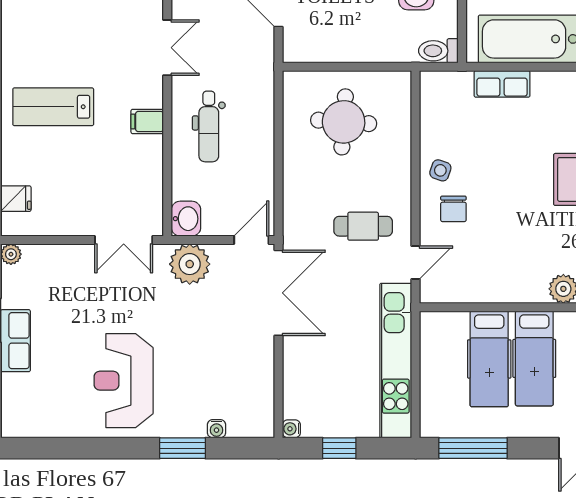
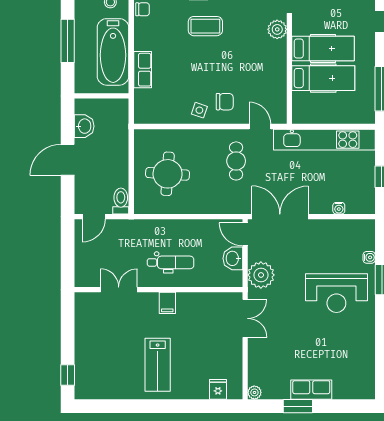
toilet: (438, 51) -> (121, 201), moved, turned 180
washbasin: (186, 219) -> (233, 258), moved, turned -90
reception desk: (124, 381) -> (336, 293), moved
water cooler: (291, 429) -> (339, 208), moved

